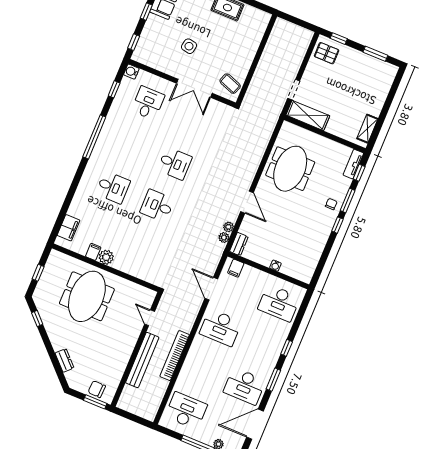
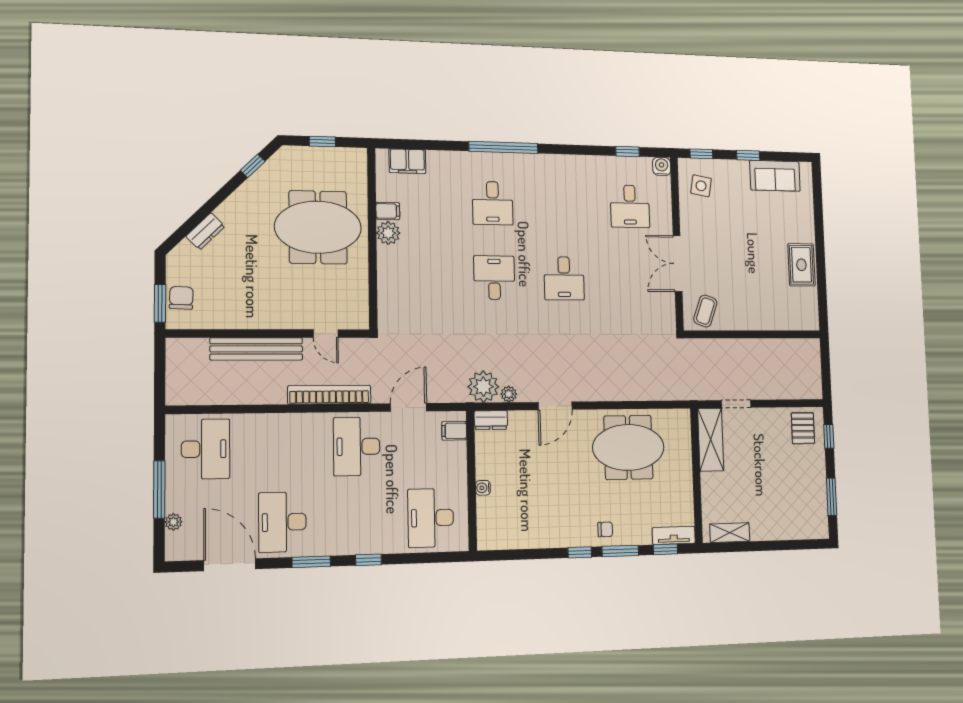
side table: (189, 46) -> (701, 186), moved
desk: (148, 103) -> (630, 206), turned 90
window: (94, 137) -> (503, 147), moved
plant: (224, 238) -> (483, 387), width x1.88, depth x1.88
door: (150, 318) -> (326, 334), swing flipped
bookcase: (175, 356) -> (329, 395), moved

